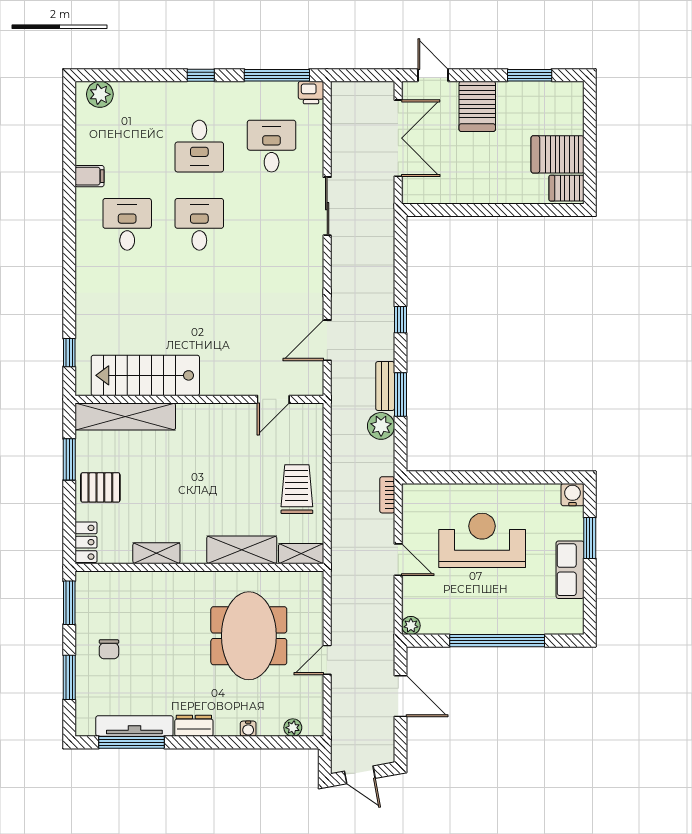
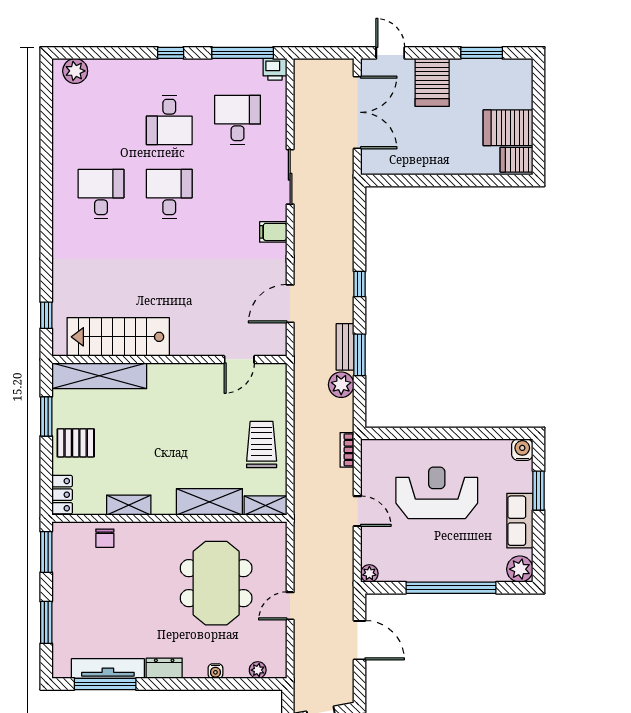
filing cabinet: (90, 176) -> (273, 232), moved, turned 180
plant: (570, 621) -> (520, 569), added
chair: (109, 649) -> (105, 538), moved

